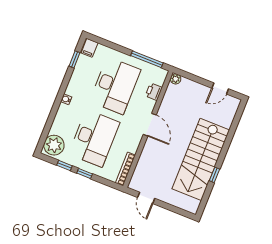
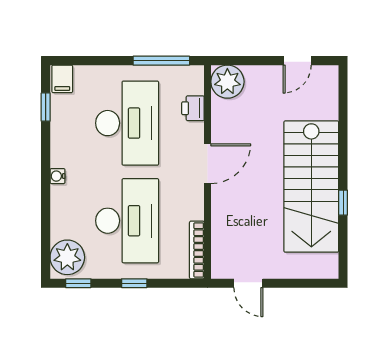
plant: (176, 79) -> (227, 82), width x1.87, depth x1.87
door: (150, 125) -> (208, 164), hinge flipped
window: (64, 165) -> (78, 283), moved

